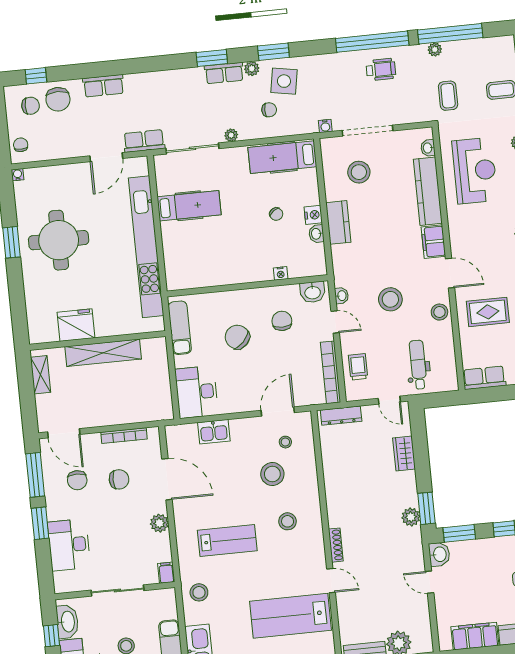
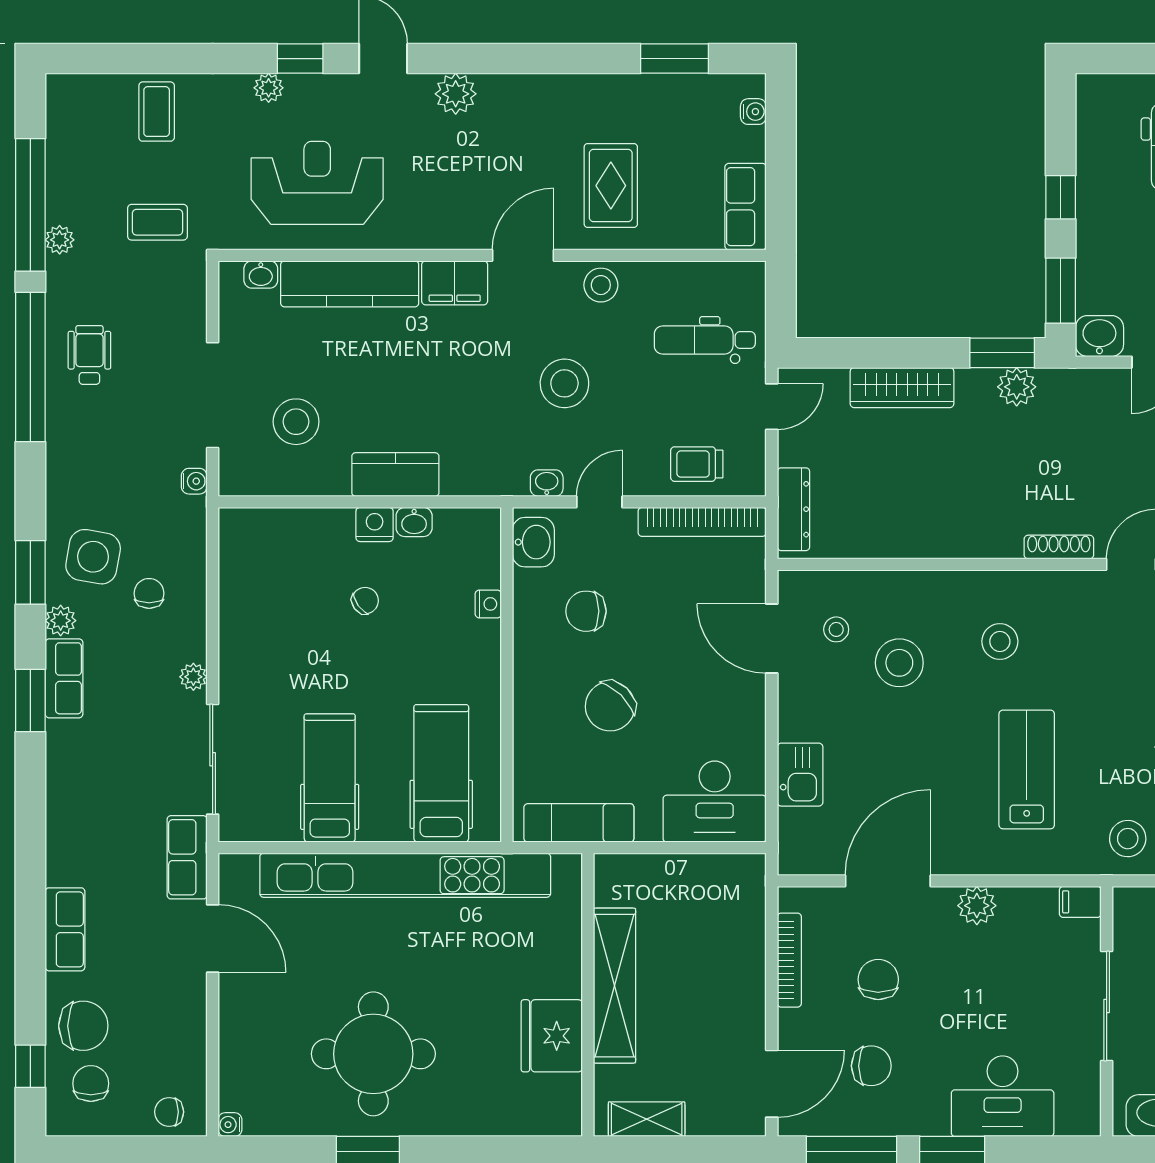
hospital bed: (282, 157) -> (441, 773), moved, turned 180
wardrobe: (404, 454) -> (902, 388), width x1.50

